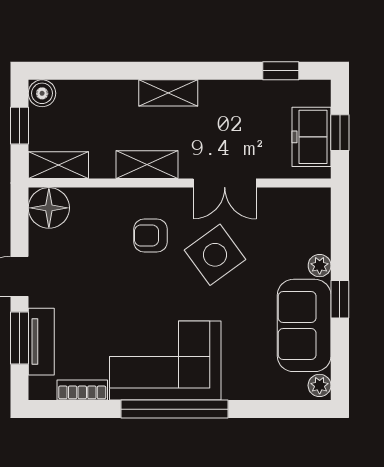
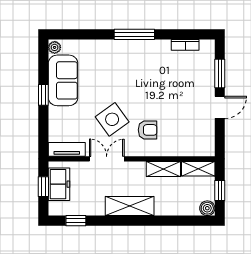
shelving: (168, 93) -> (130, 206), width x1.50, depth x1.33
shelving: (147, 165) -> (163, 169), moved
floor lamp: (49, 208) -> (204, 145), removed
plant: (320, 266) -> (55, 113), removed
tv unit: (41, 342) -> (67, 149), moved, turned 90
corner sofa: (165, 360) -> (139, 61), removed
window: (175, 409) -> (134, 34), width x0.68

